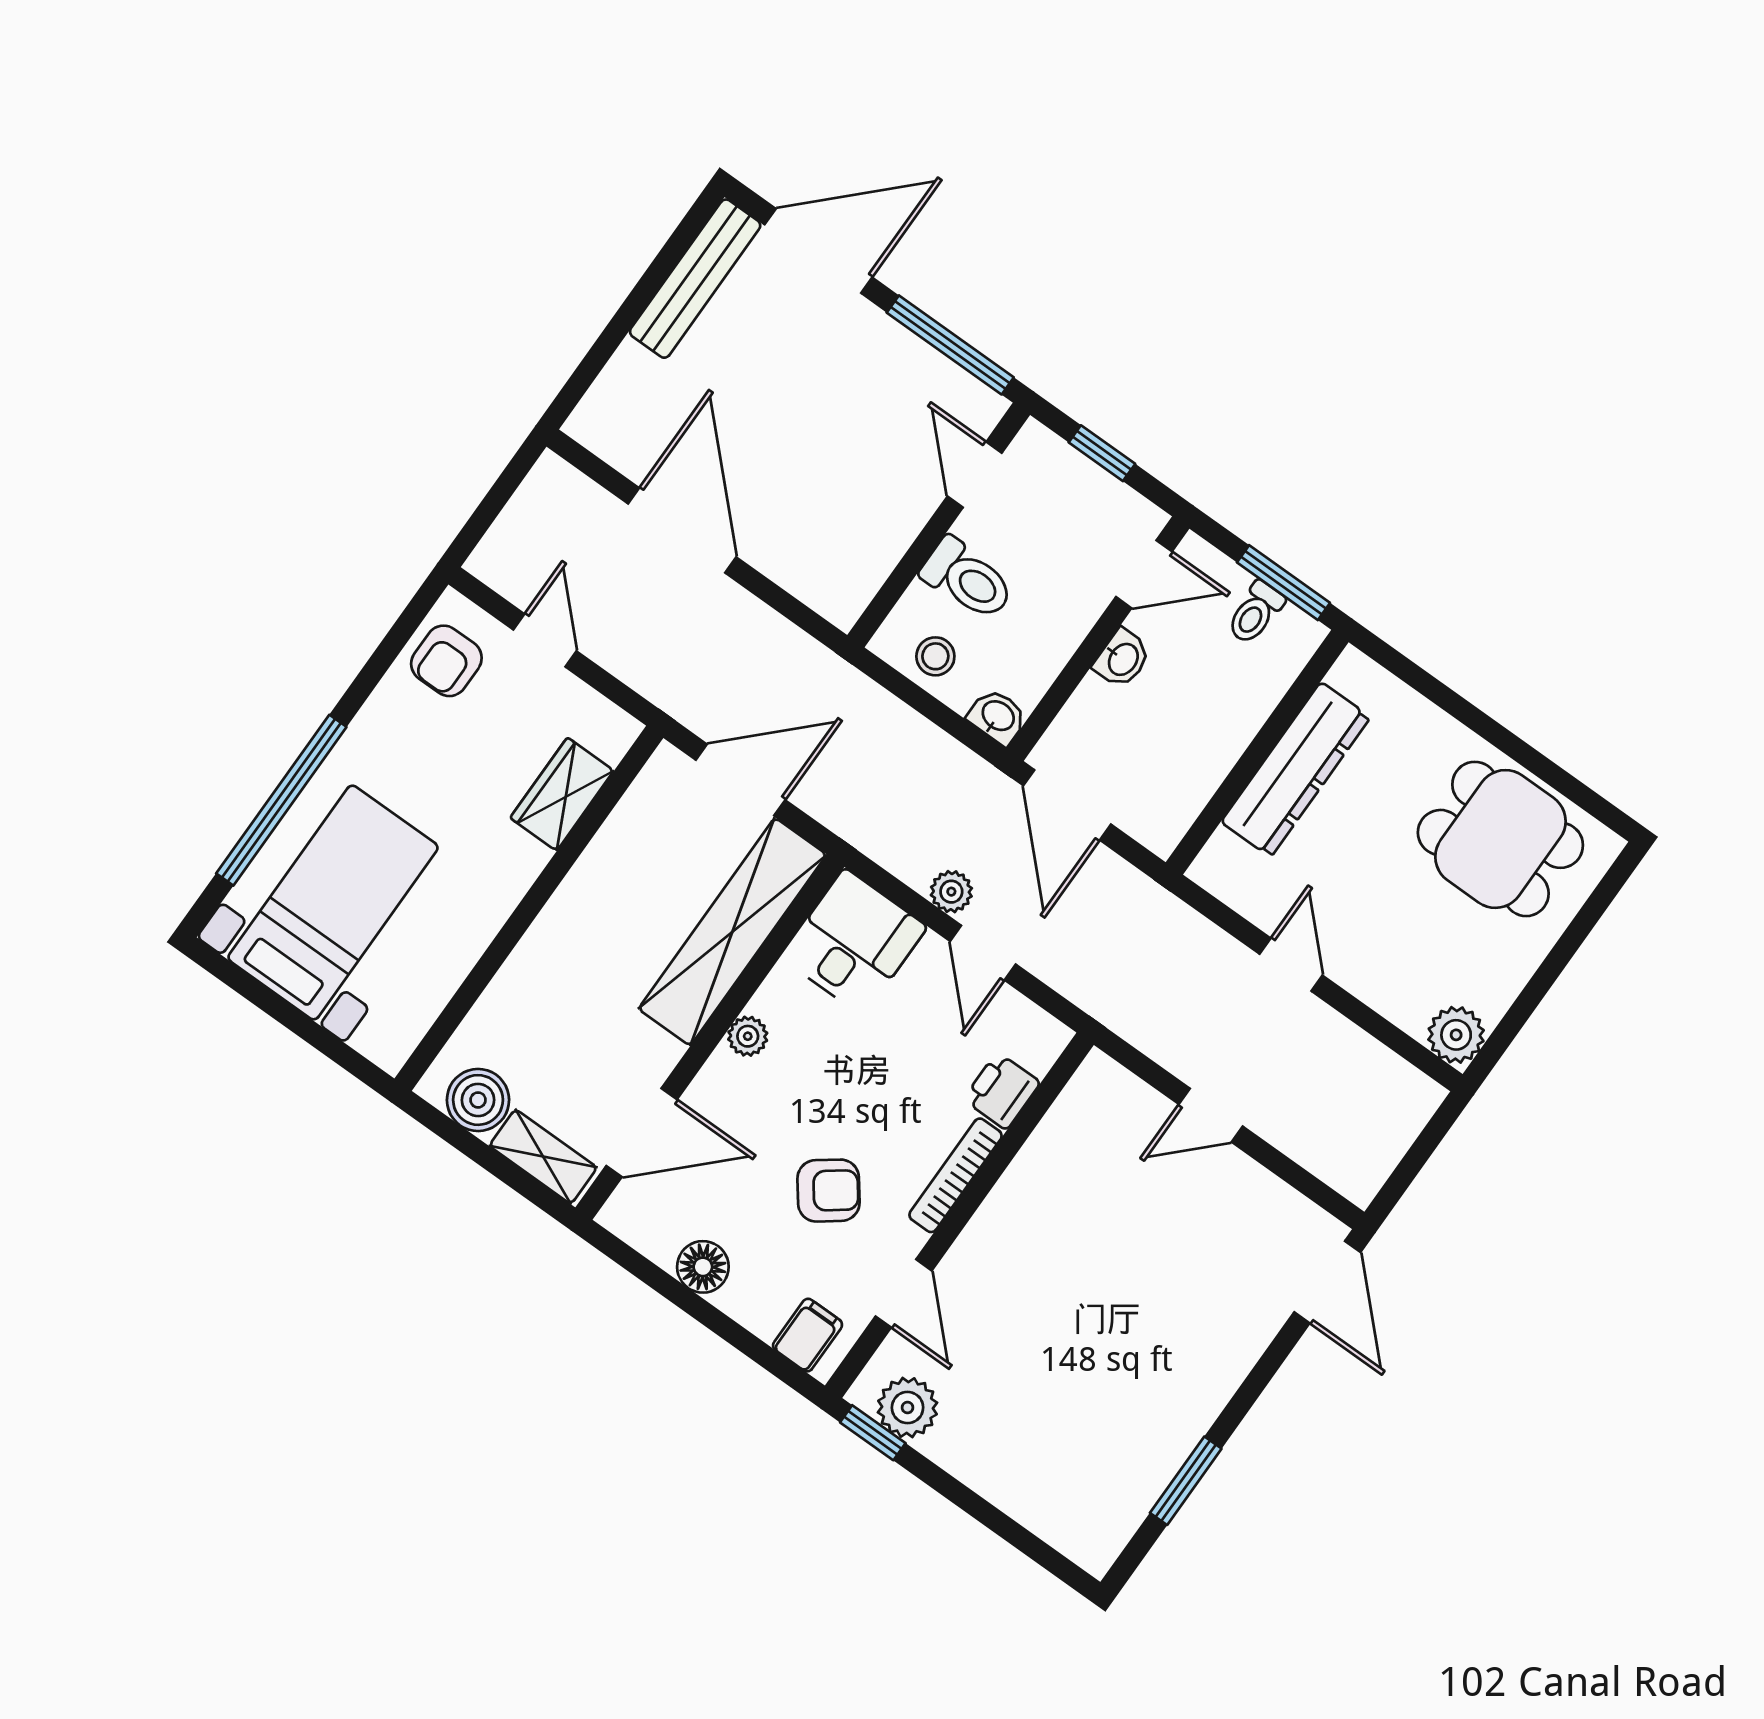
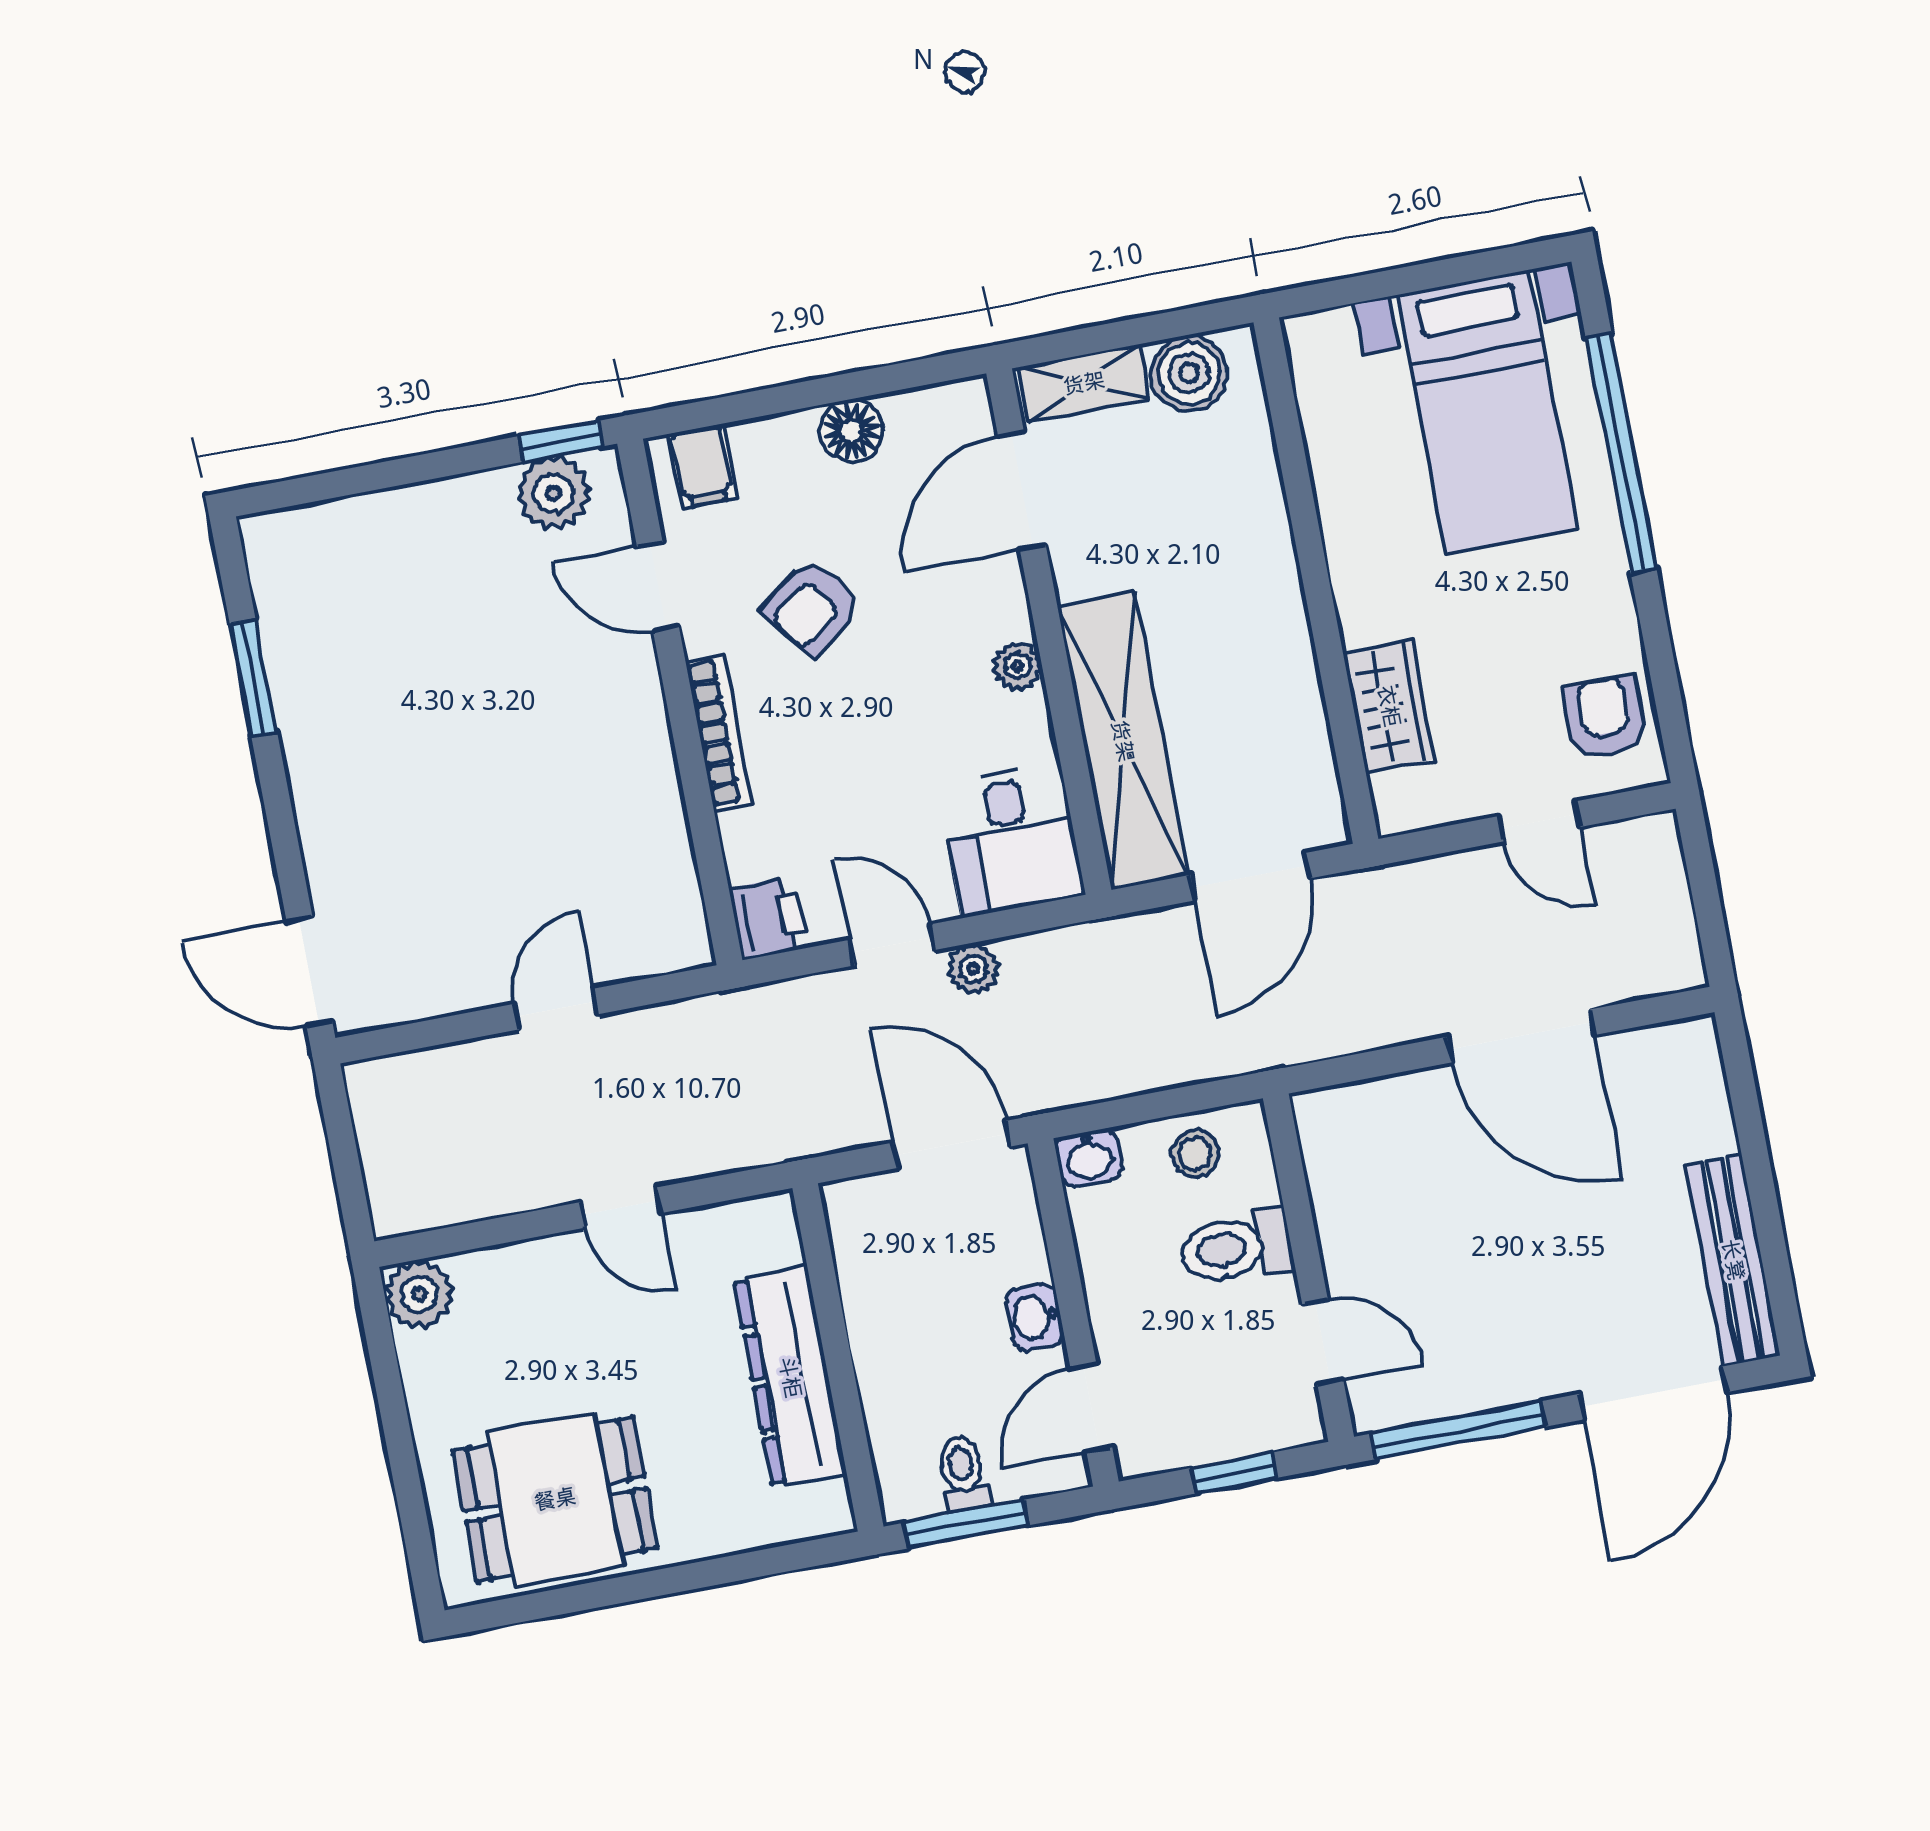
printer: (1002, 1091) -> (768, 918), moved

